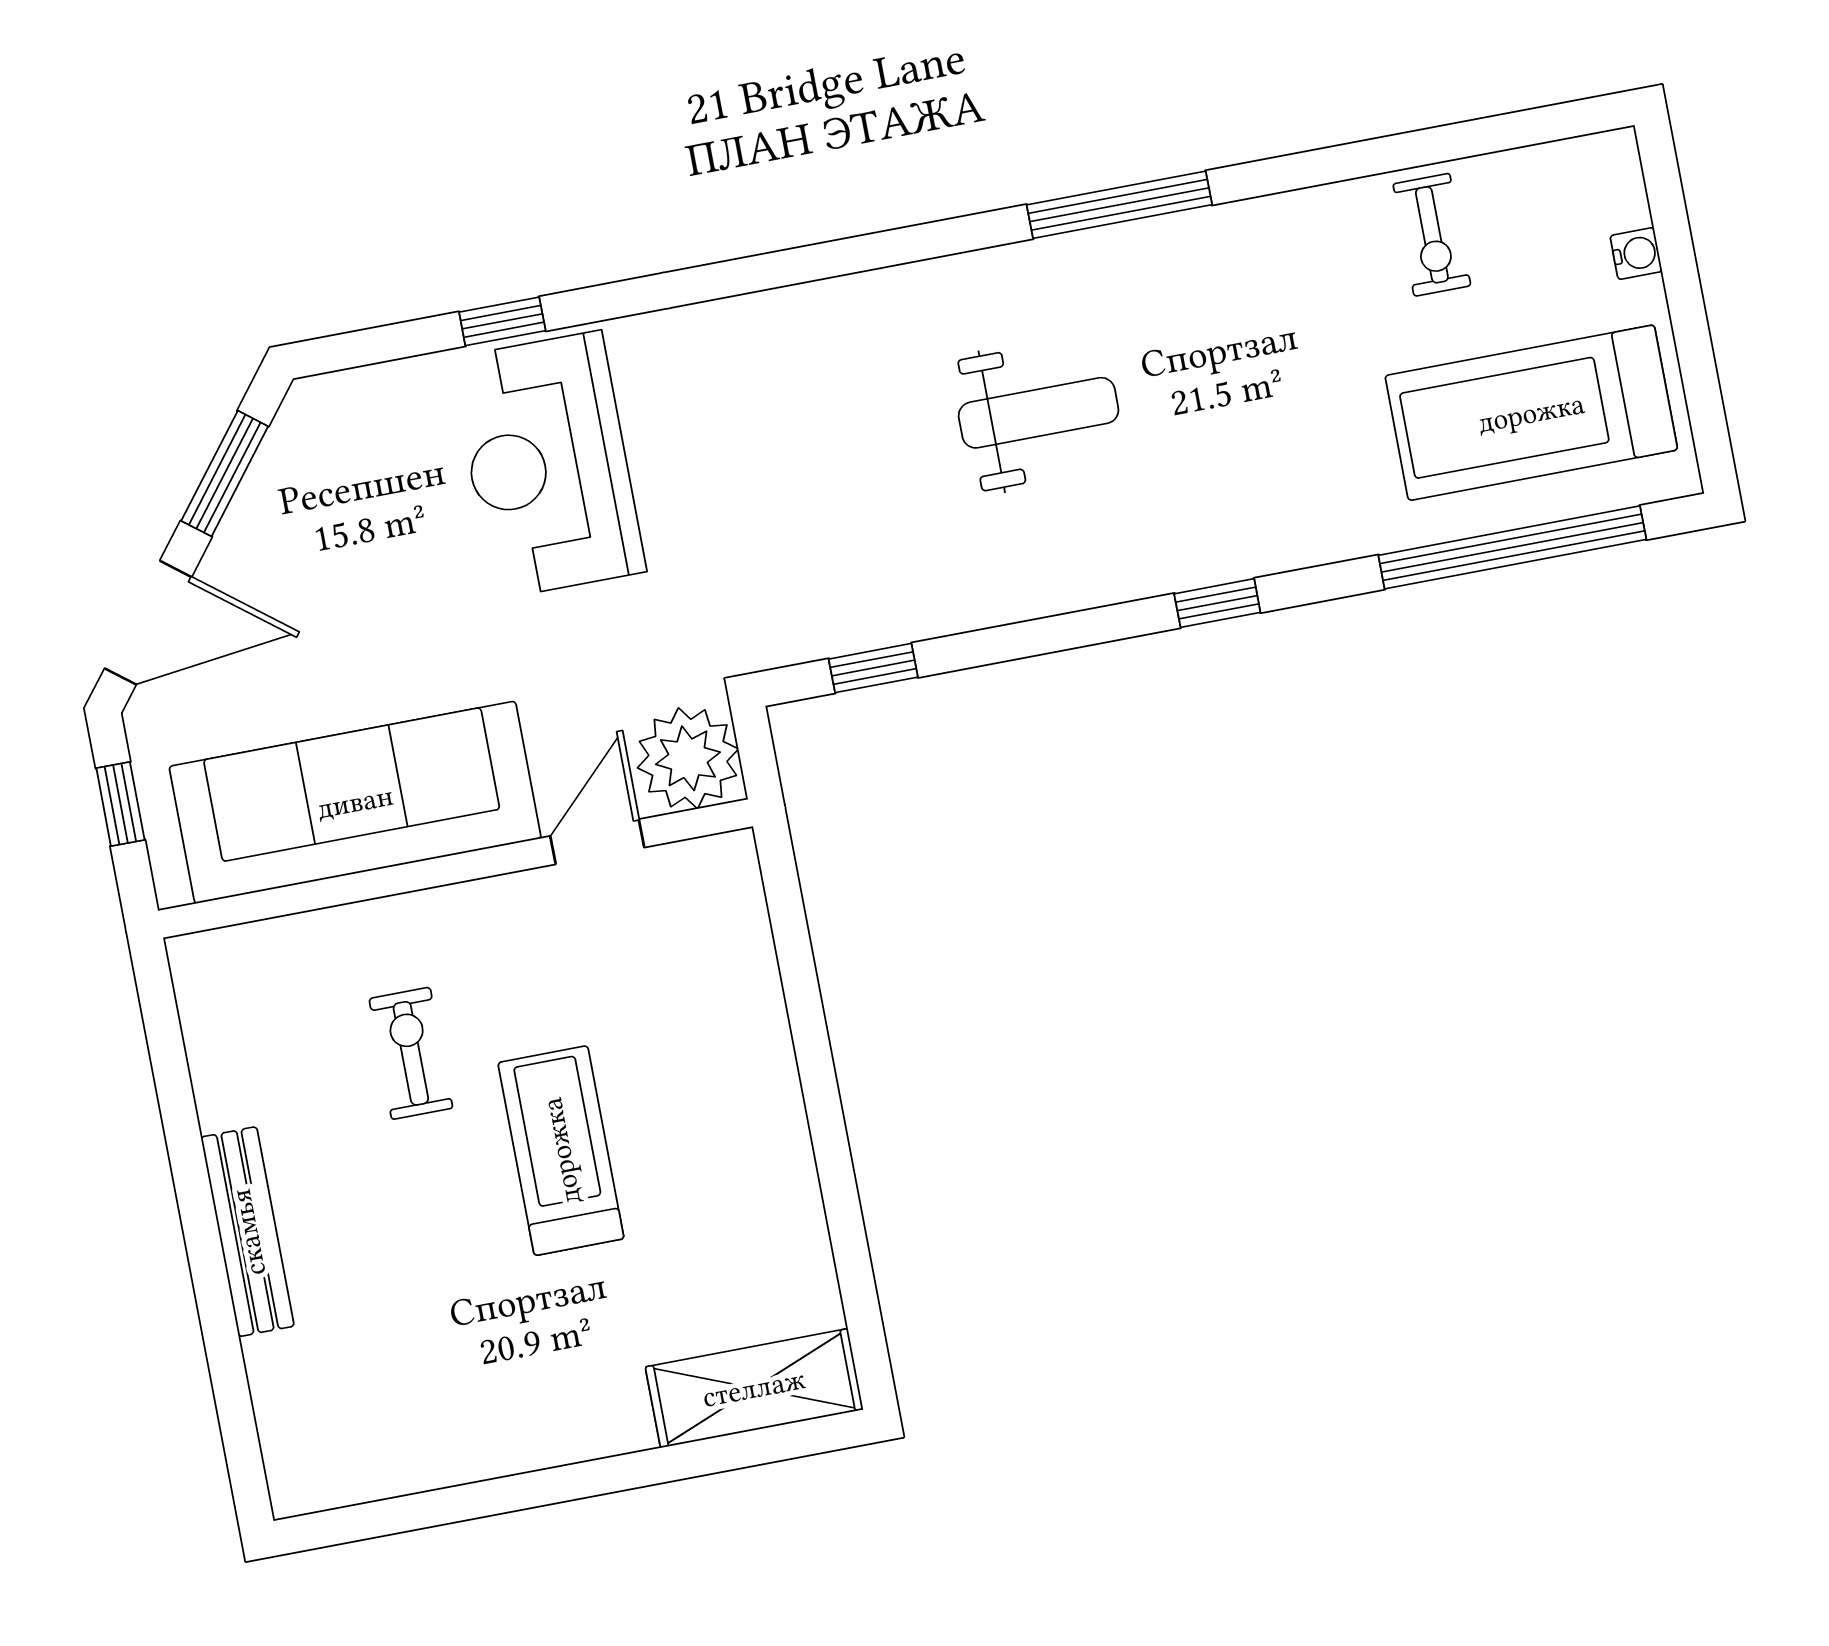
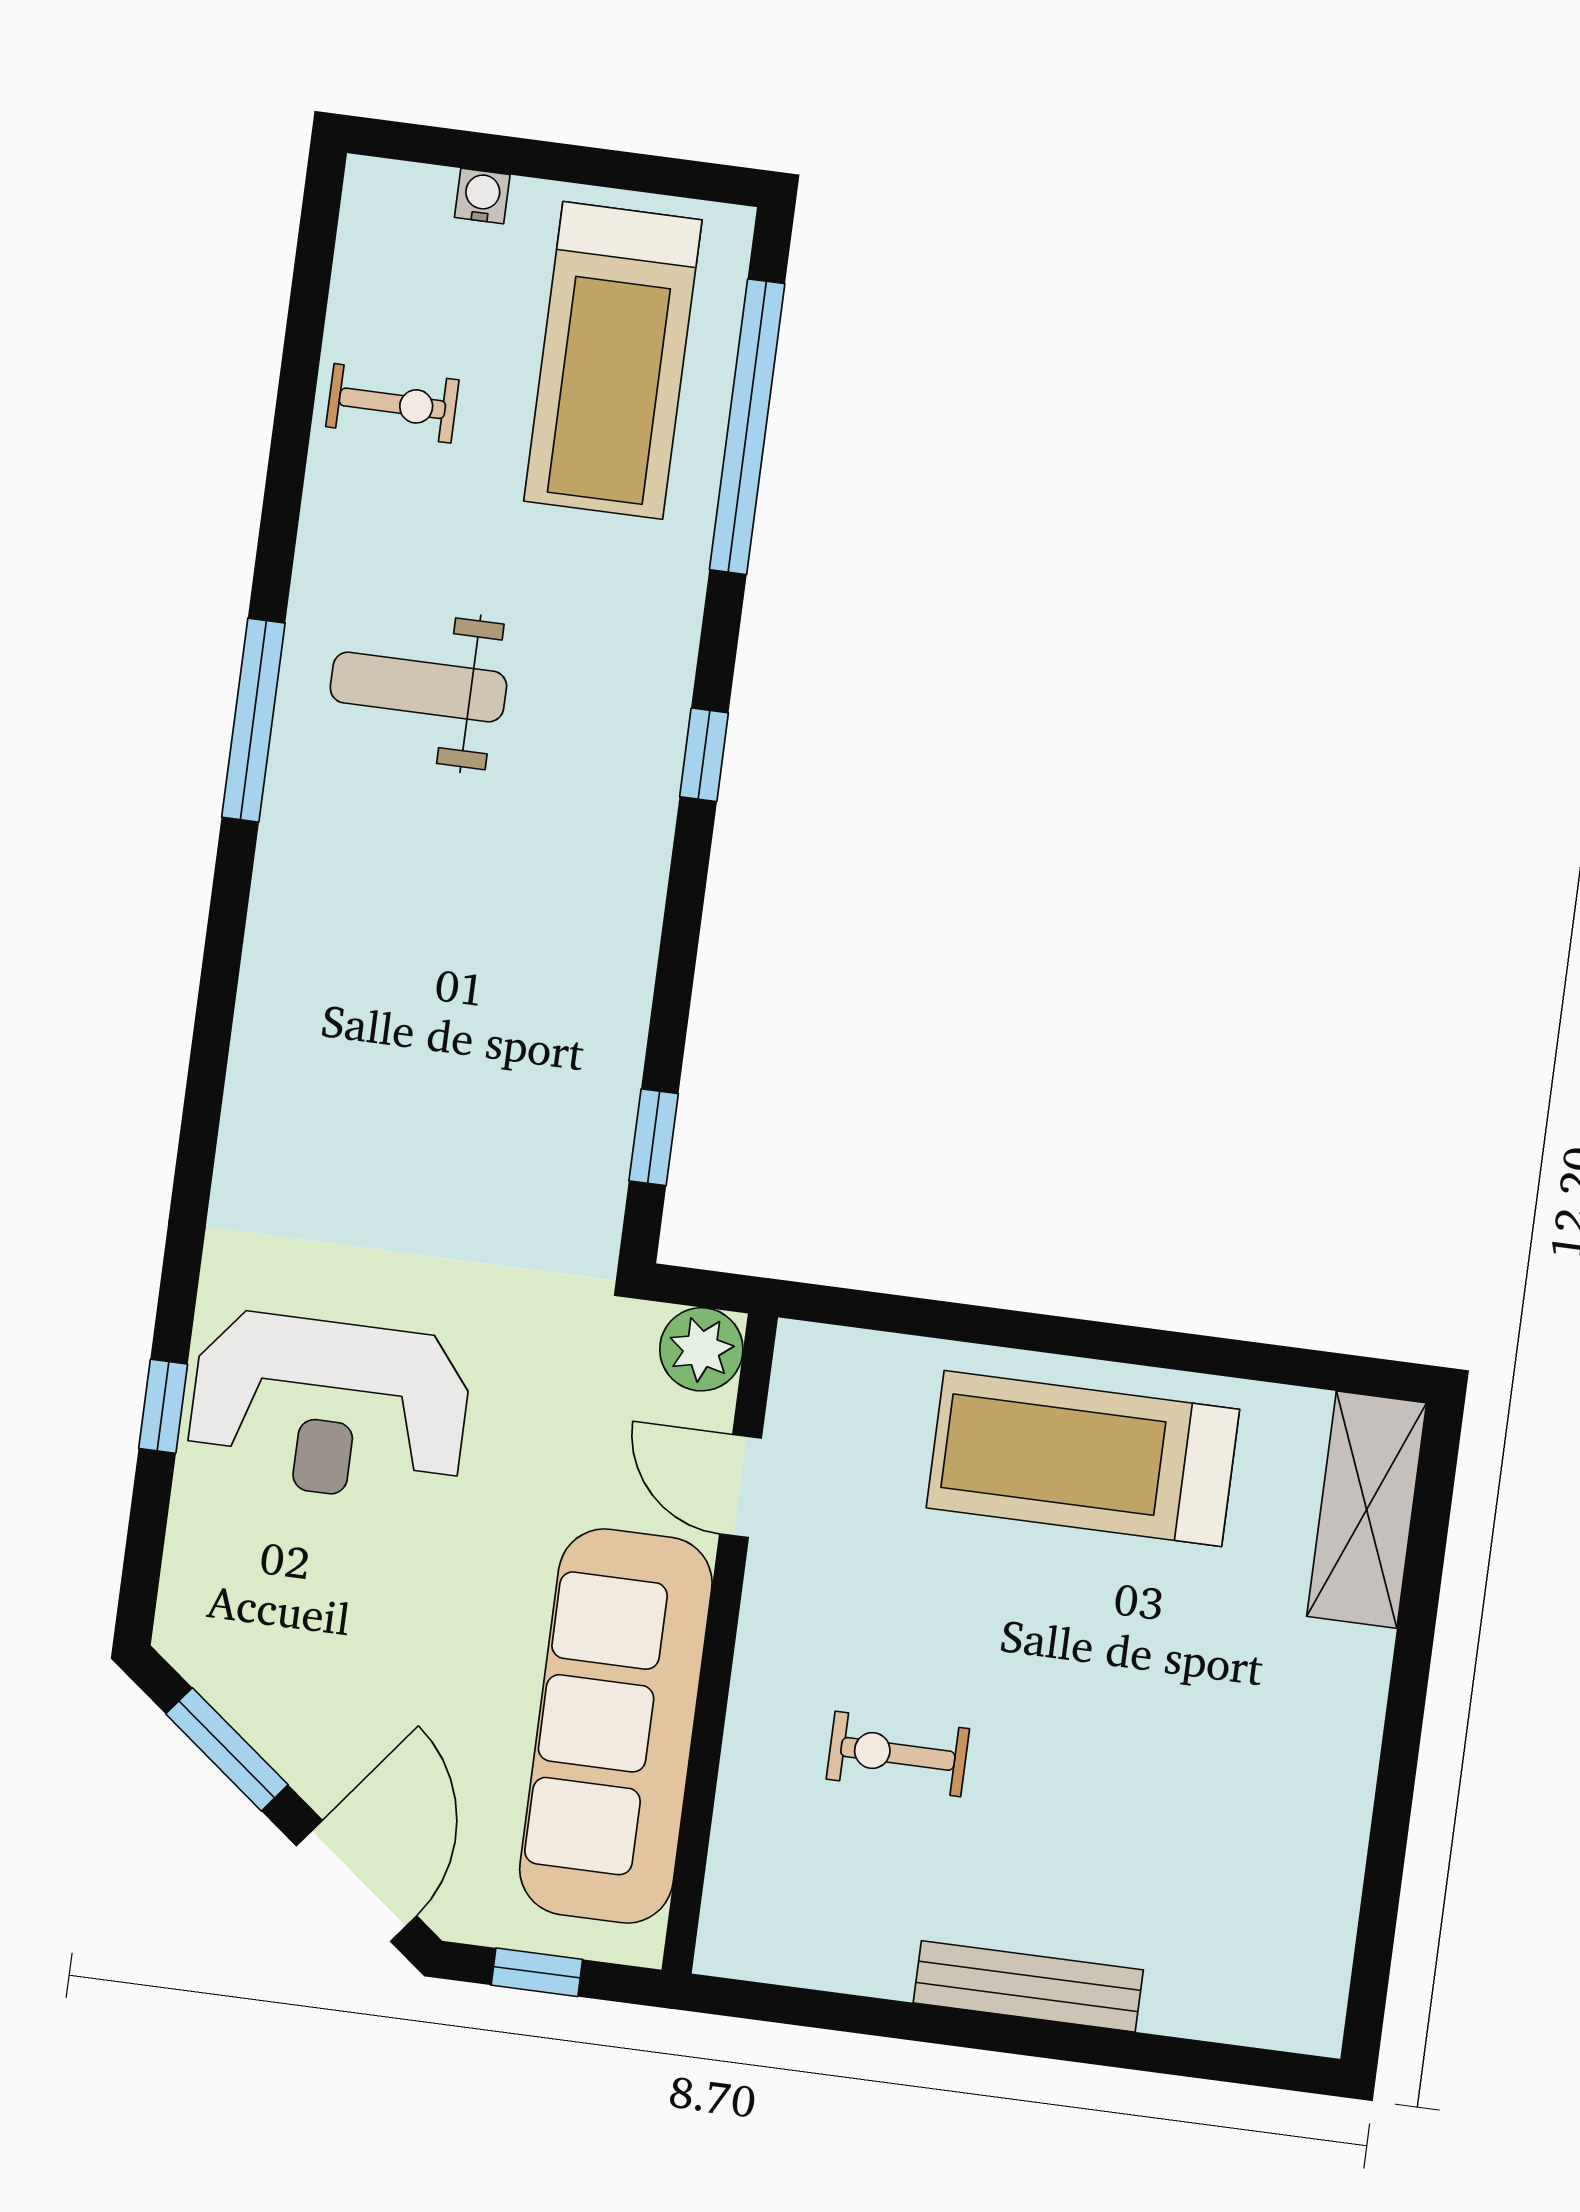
weight bench: (1039, 413) -> (418, 687), moved, turned -90
plant: (688, 758) -> (701, 1349), width x0.73, depth x0.73
treadmill: (561, 1151) -> (1083, 1459), moved, width x1.37, depth x1.38

